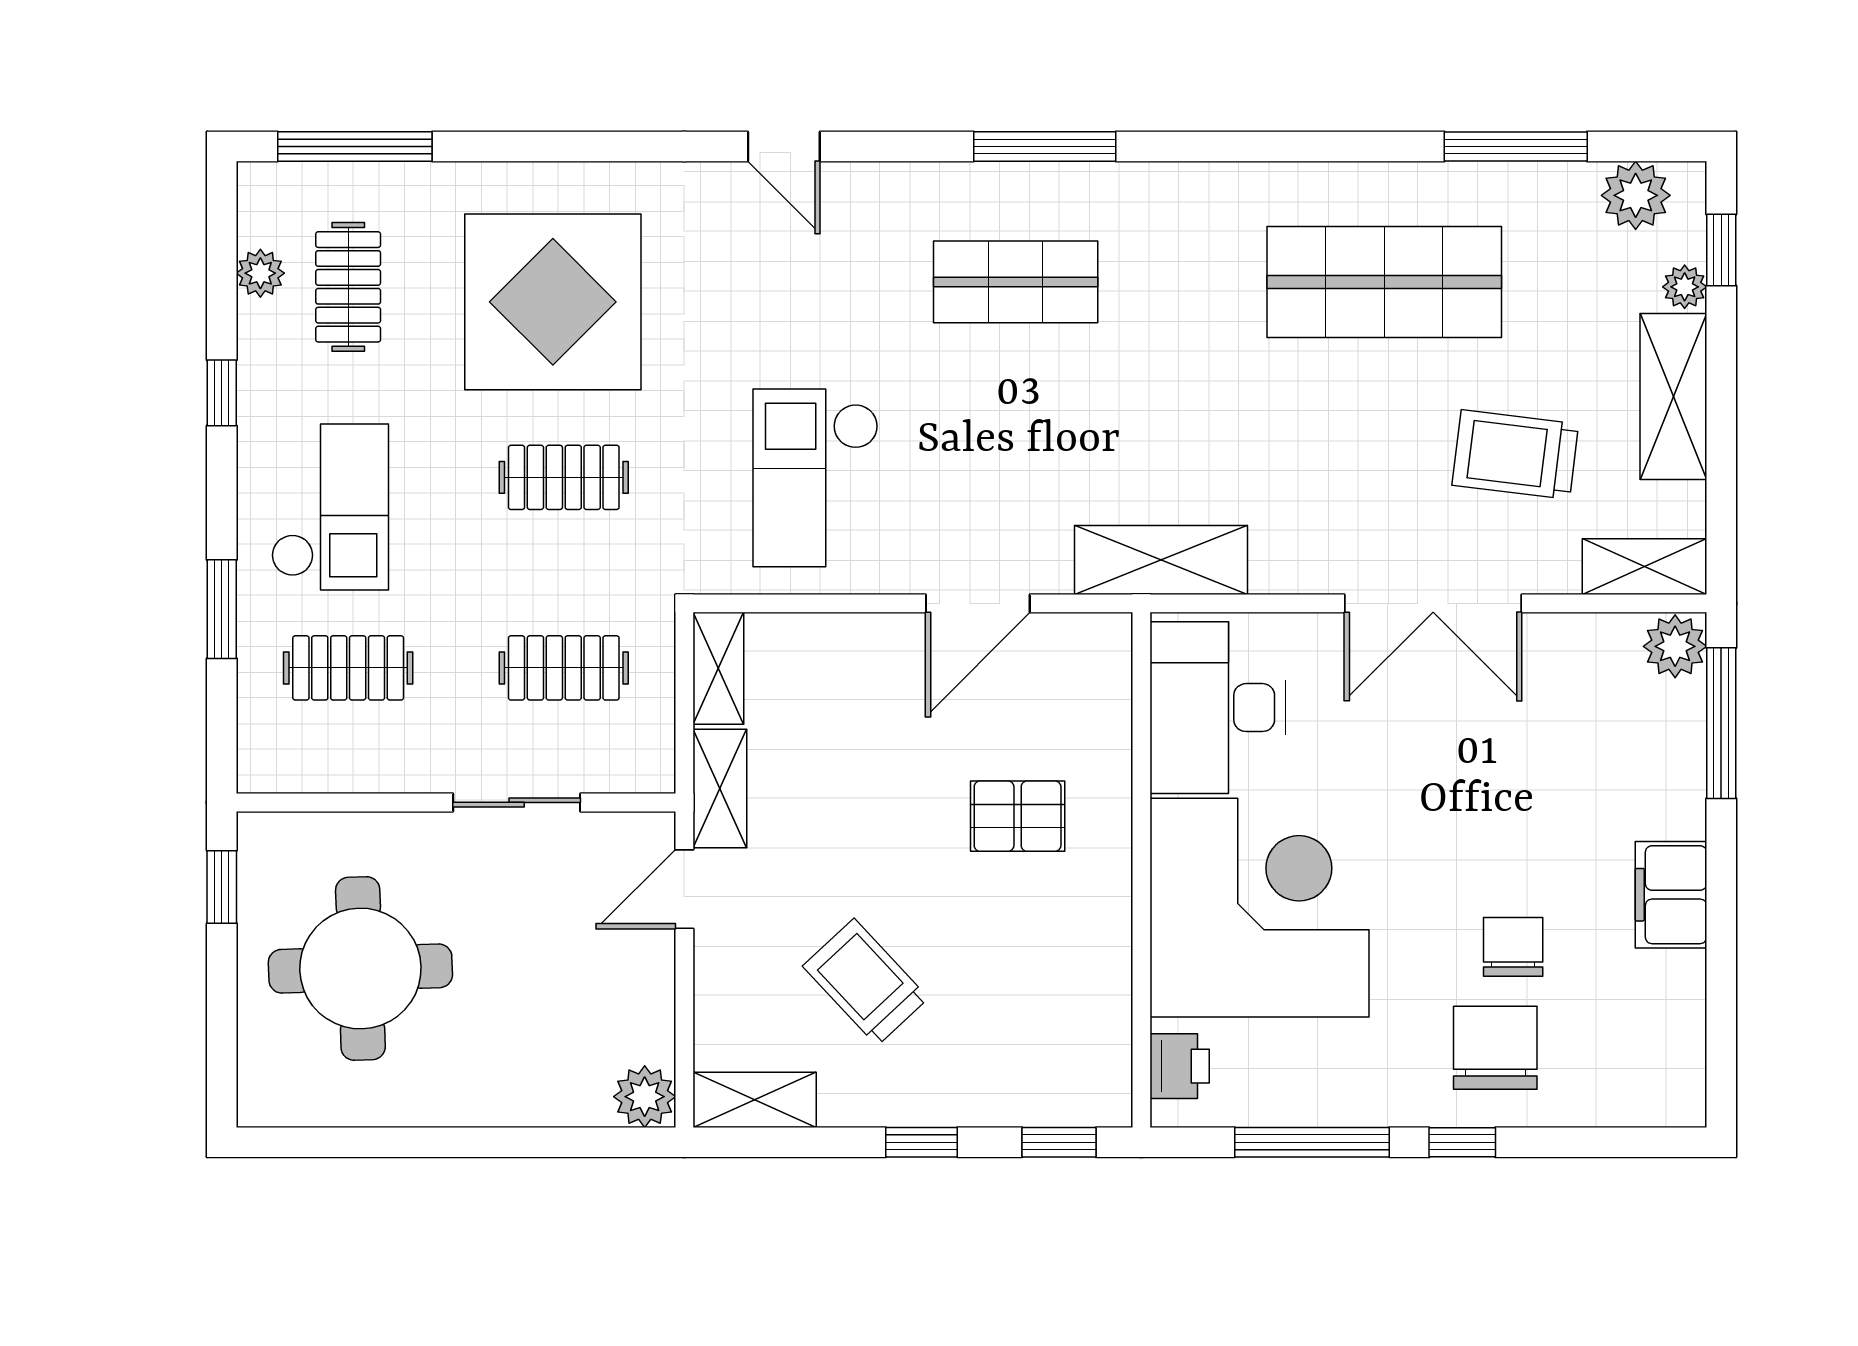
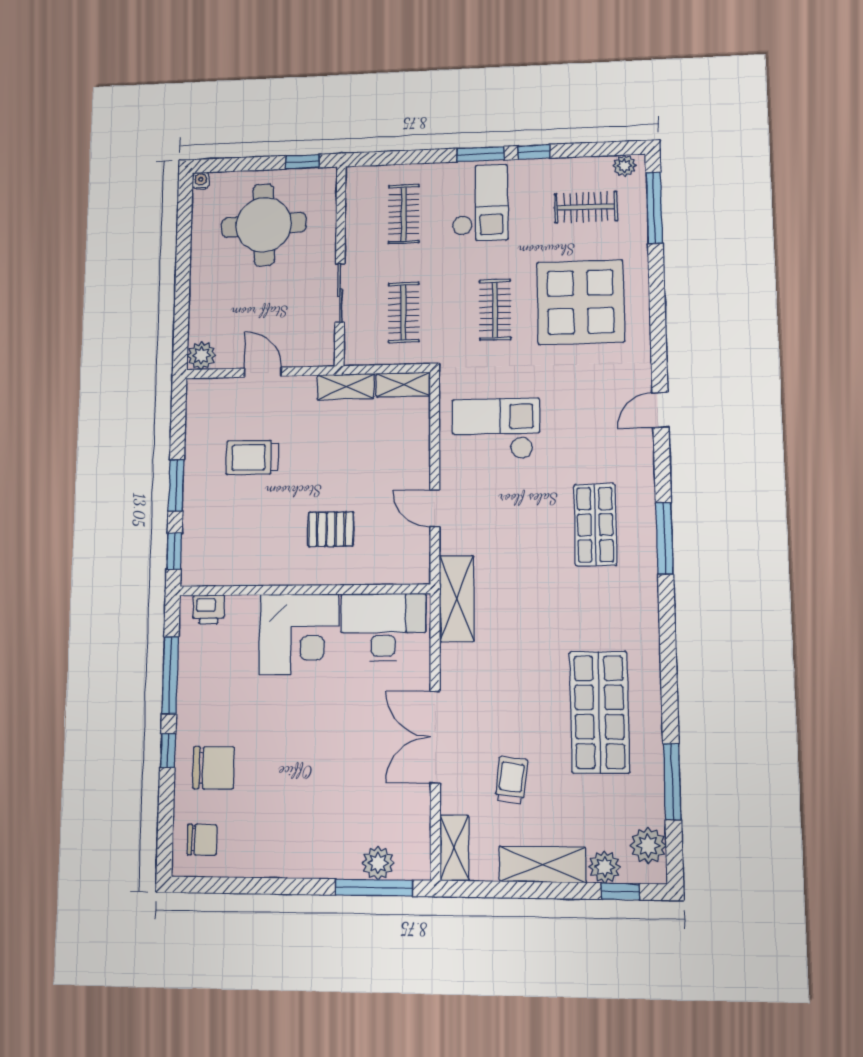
plant: (260, 273) -> (624, 166), moved
plant: (1685, 287) -> (605, 867), width x1.38, depth x1.38
trolley: (1515, 455) -> (511, 780), width x0.73, depth x0.72
checkout: (330, 507) -> (480, 203), turned -90
door: (978, 603) -> (435, 508), width x0.73
window: (222, 609) -> (481, 154), moved
plant: (1675, 646) -> (378, 863), moved
pallet: (1018, 816) -> (331, 529), turned 90
door: (684, 889) -> (263, 372), moved
filing cabinet: (1671, 895) -> (288, 860), removed
corner desk: (1260, 908) -> (299, 634), width x0.74, depth x0.74
chair: (1513, 947) -> (202, 840), moved
trolley: (866, 982) -> (252, 457), turned -137
shelving: (755, 1100) -> (198, 406), removed
water cooler: (255, 1109) -> (201, 181), added
window: (922, 1142) -> (176, 485), width x1.50

